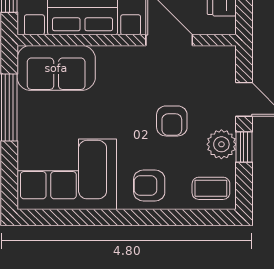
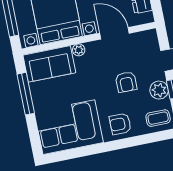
plant: (107, 55) -> (79, 50), added

